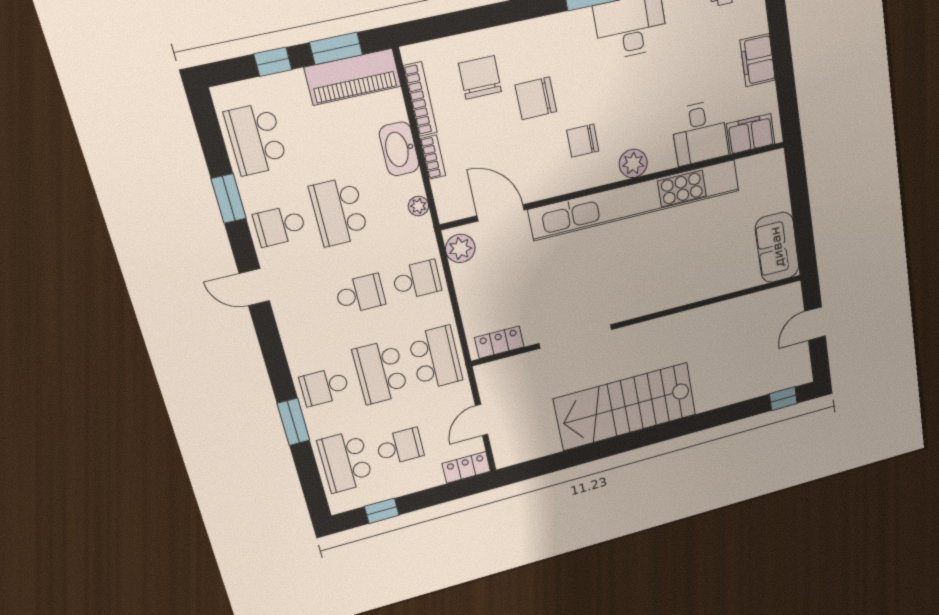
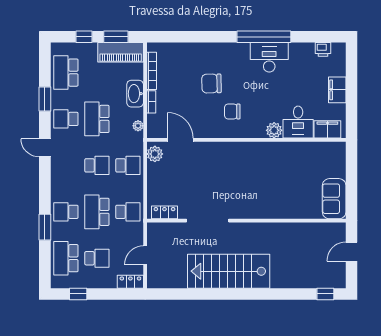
chair: (480, 77) -> (184, 66), removed
plant: (633, 163) -> (274, 130), moved
kitchen unit: (635, 200) -> (255, 151), removed
school desk: (435, 358) -> (128, 212), width x0.54

